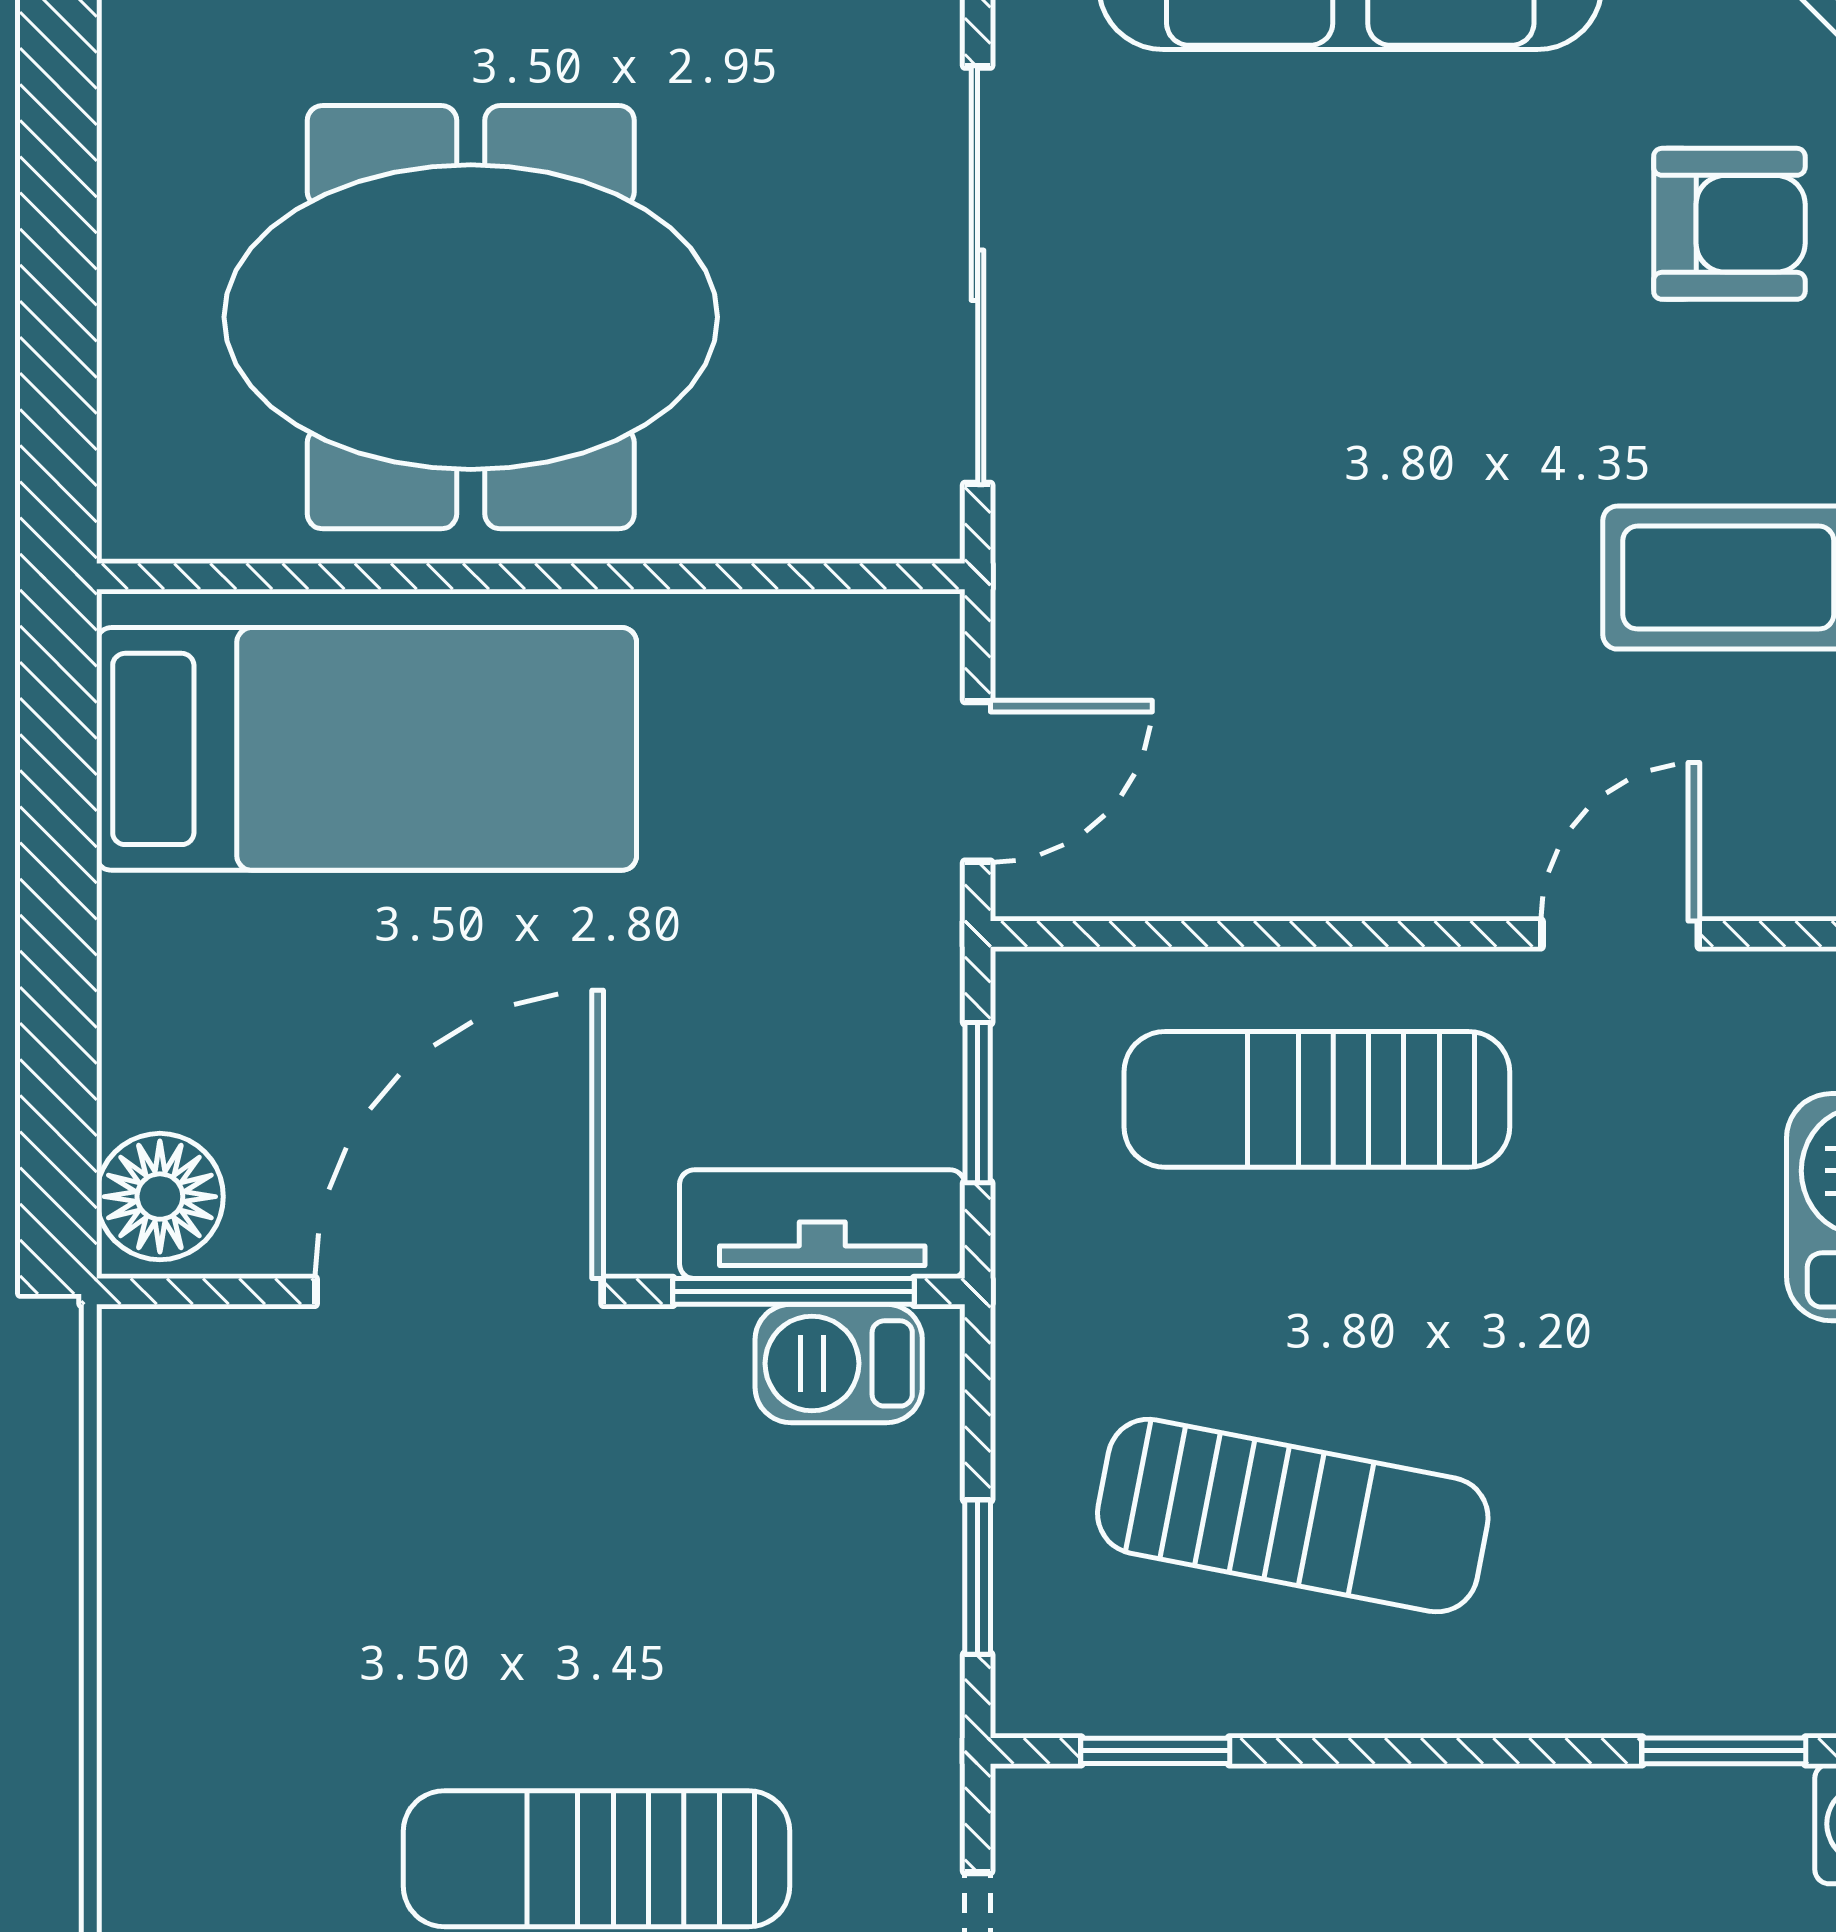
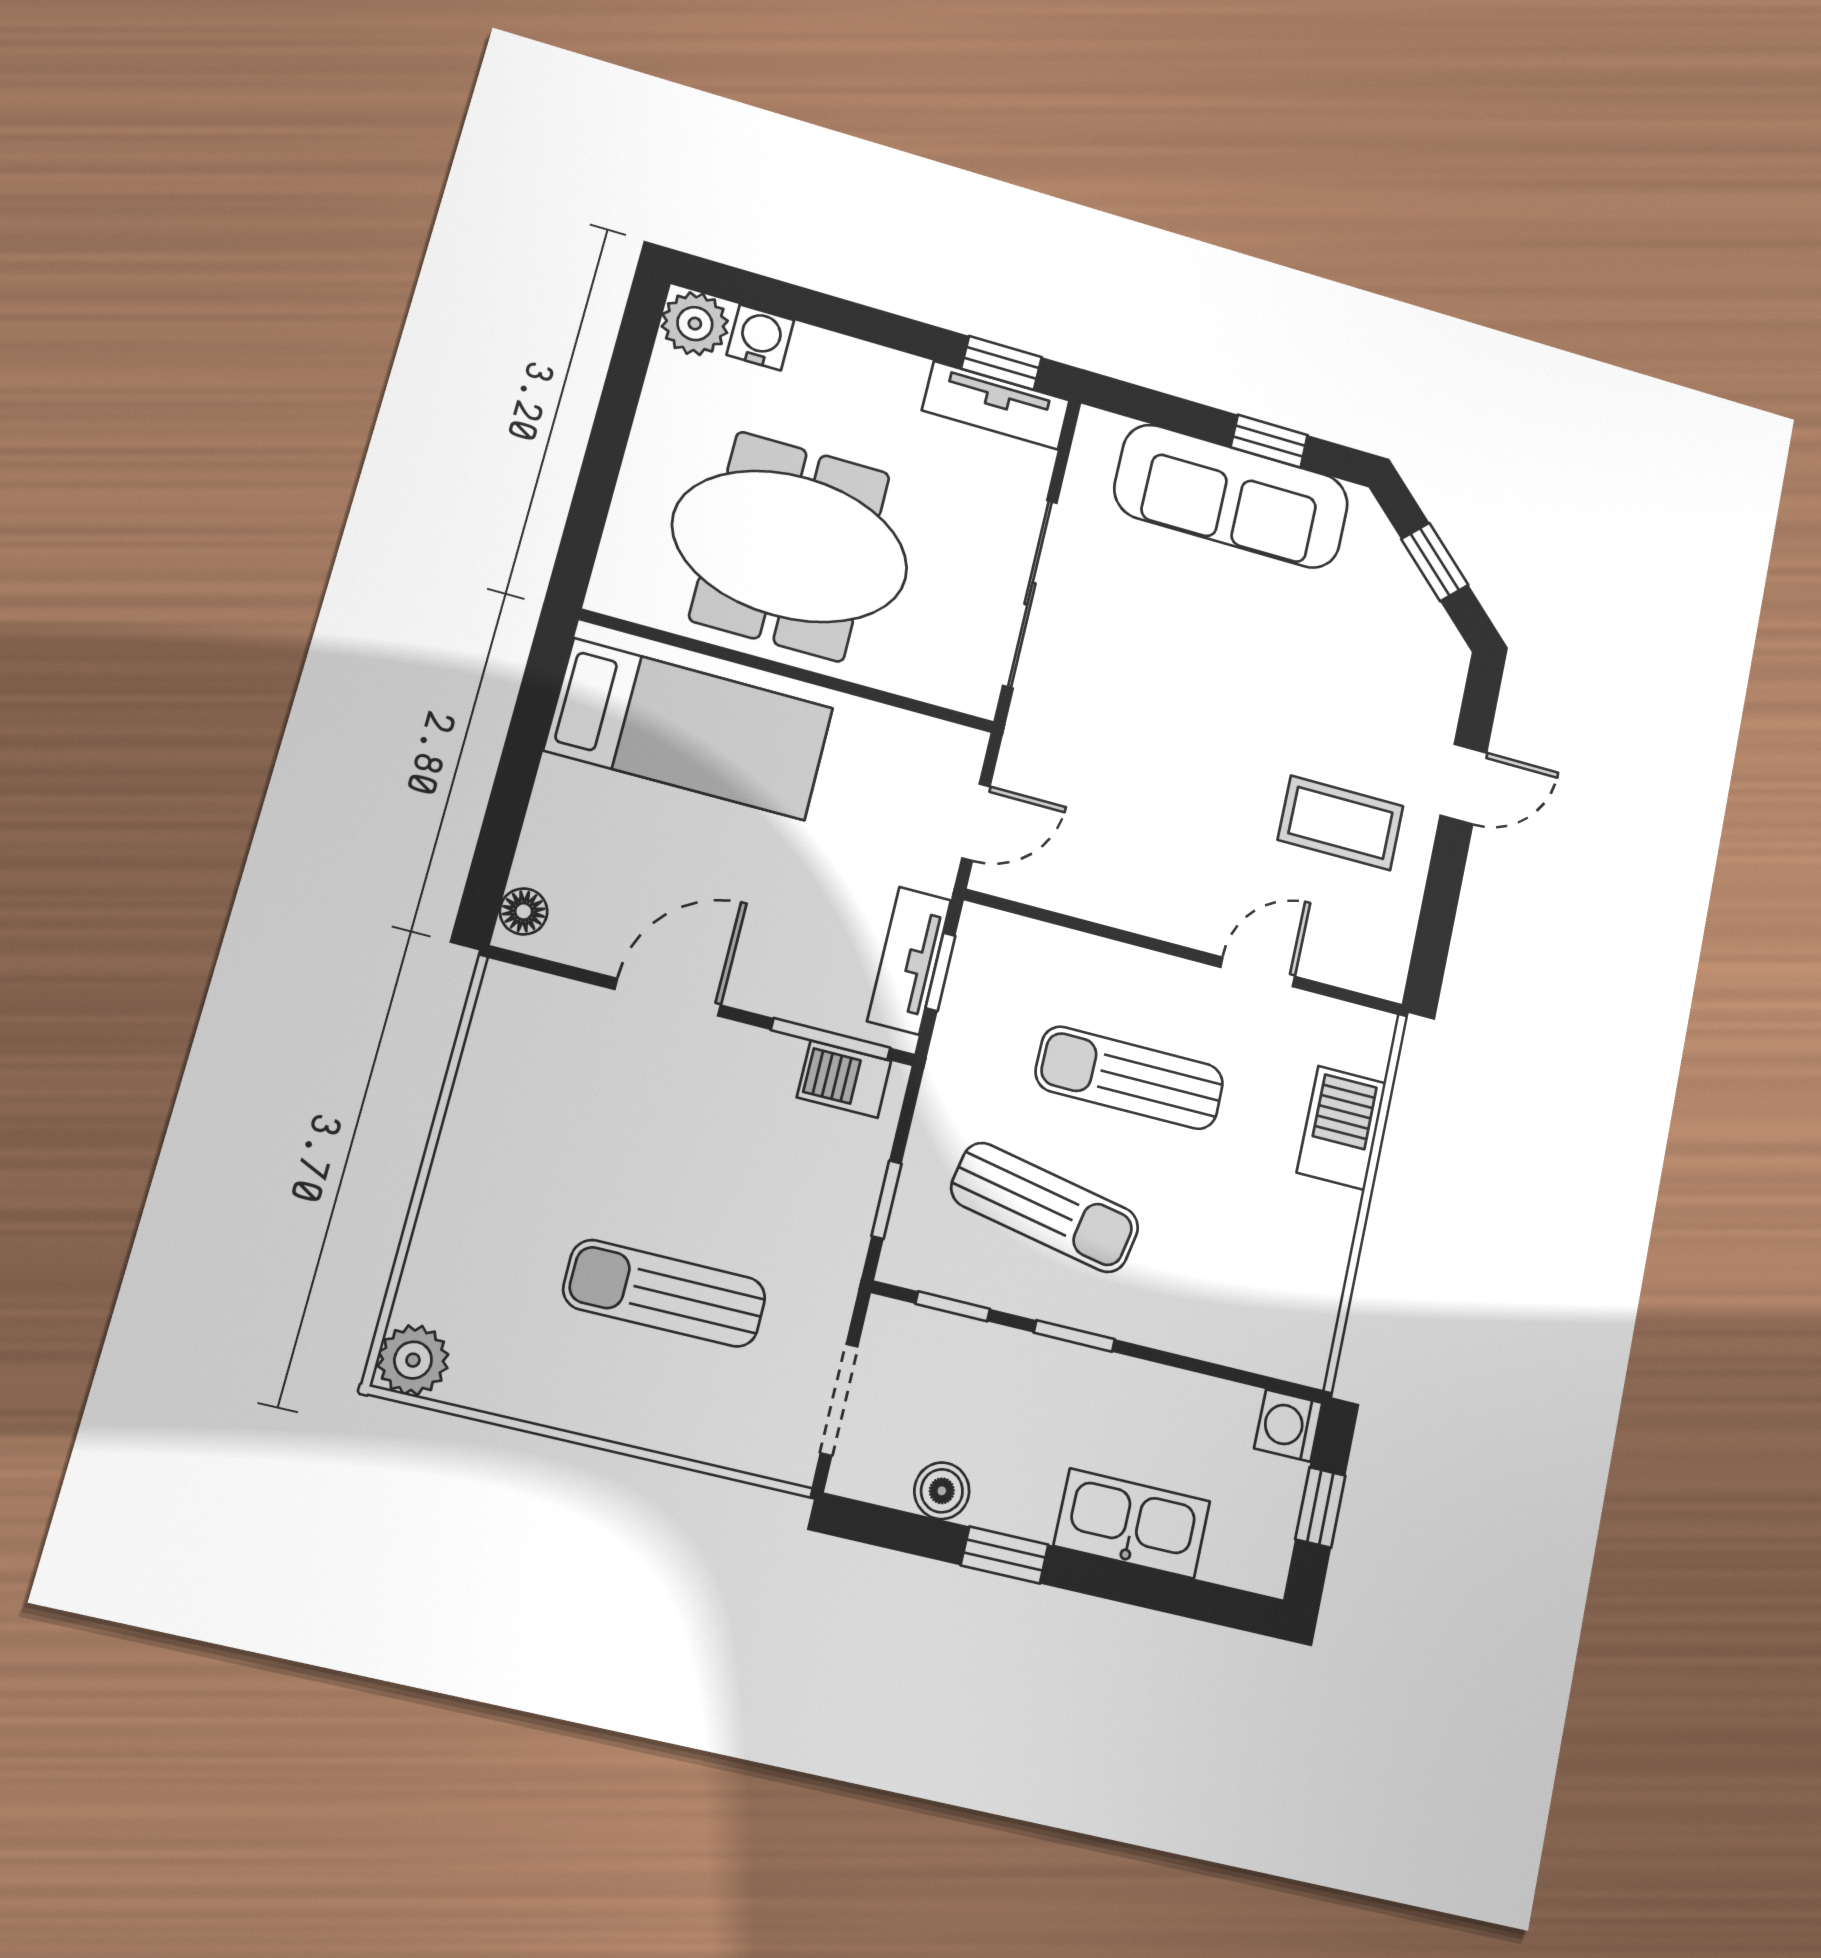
armchair: (1729, 224) -> (1374, 666), removed
sun lounger: (1317, 1099) -> (1130, 1078), moved
floor lamp: (160, 1197) -> (524, 911), width x0.73, depth x0.73
tv unit: (822, 1224) -> (909, 960), moved, turned -90
door: (459, 1291) -> (668, 997), width x0.73
window: (1724, 1751) -> (1074, 1336), moved

